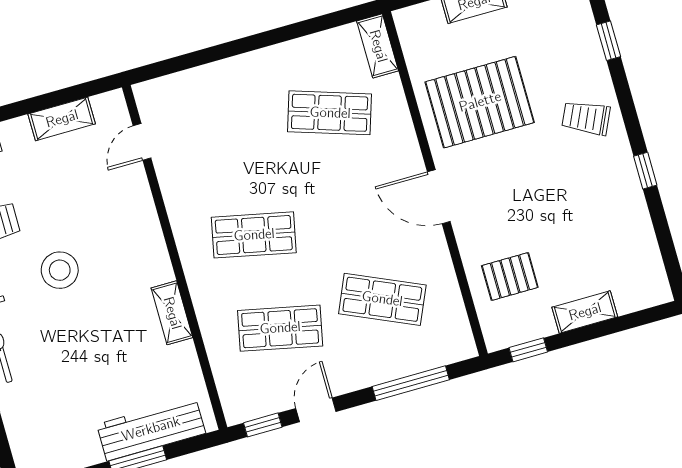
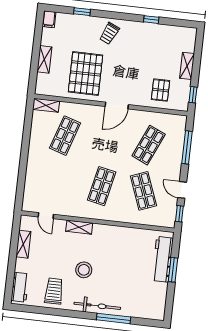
window: (645, 171) -> (151, 20), moved
shelving: (172, 313) -> (79, 227), moved
shop shelf: (280, 328) -> (143, 191), turned -33

